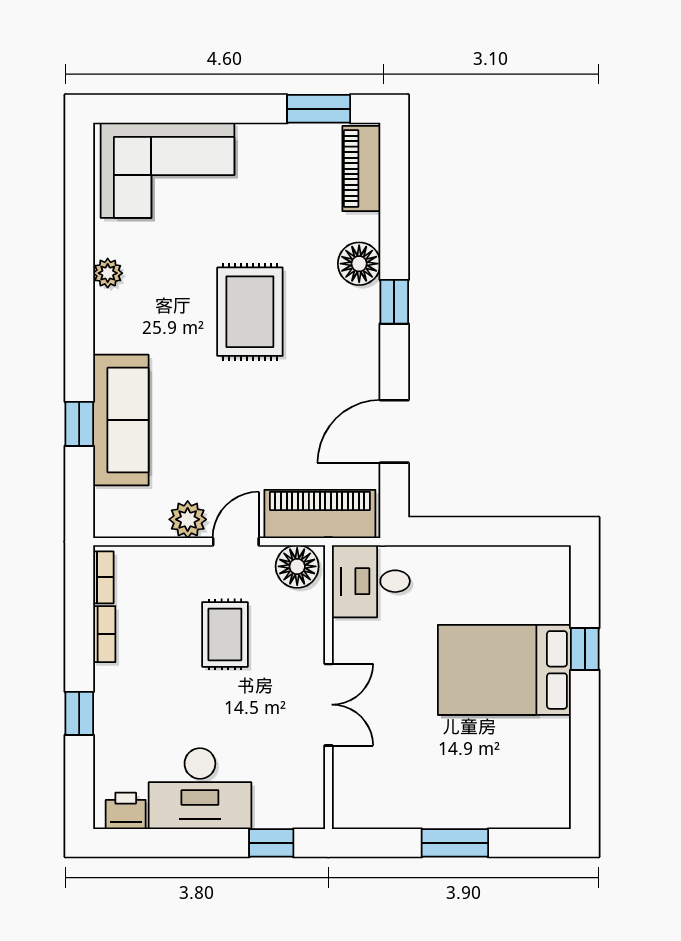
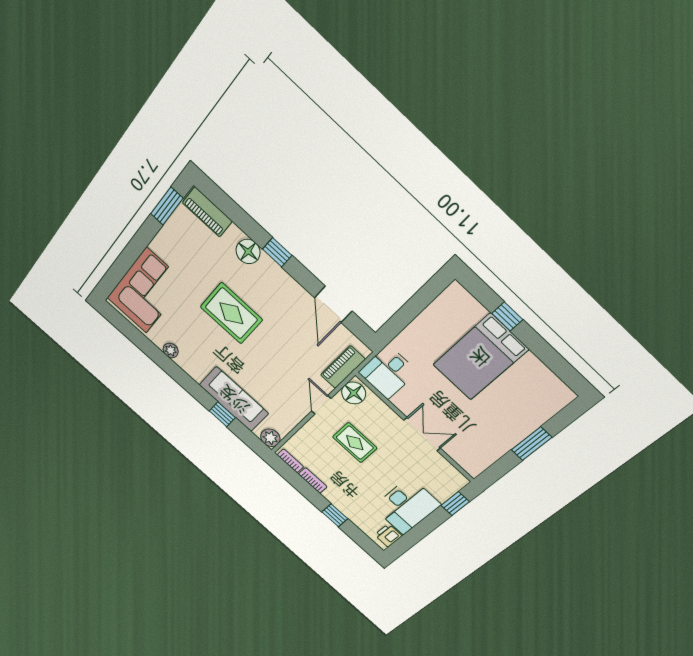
piano: (320, 514) -> (343, 367), width x0.73, depth x0.75
plant: (188, 519) -> (270, 438), moved

